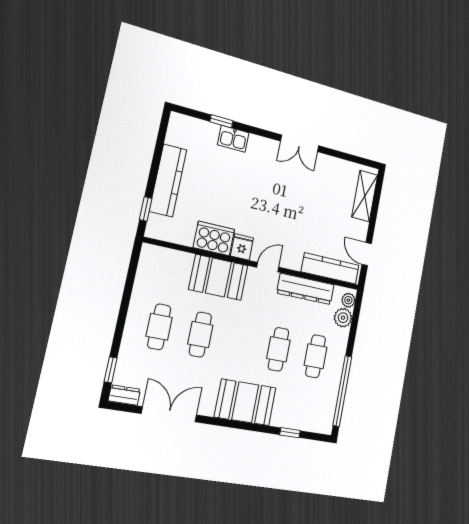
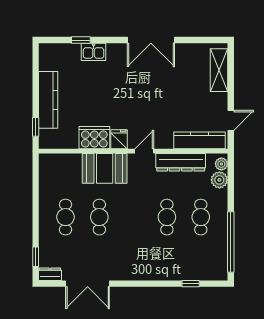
double door: (300, 143) -> (151, 40), width x1.37
door: (367, 254) -> (231, 120), swing flipped
booth: (245, 402) -> (147, 265), removed
double door: (169, 414) -> (88, 284), swing flipped

